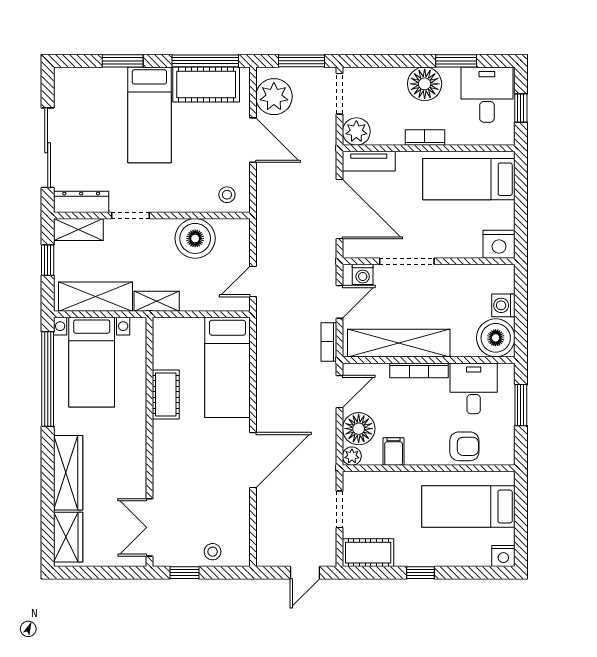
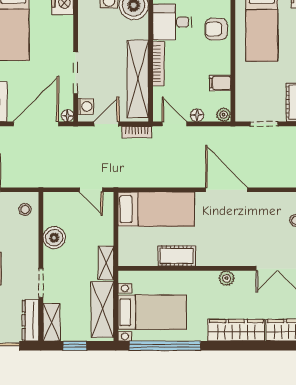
boiler: (195, 238) -> (54, 238), width x0.73, depth x0.73
floor lamp: (350, 250) -> (67, 116), added
door: (340, 302) -> (106, 124), hinge flipped
floor lamp: (359, 429) -> (197, 115), width x0.53, depth x0.53
armchair: (464, 446) -> (216, 29), turned -90
plant: (137, 460) -> (227, 278), added

